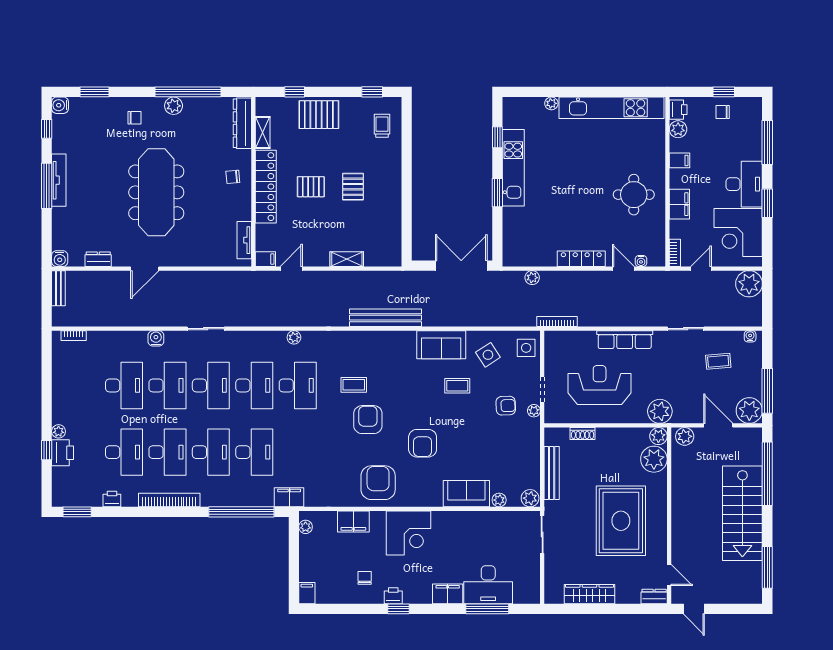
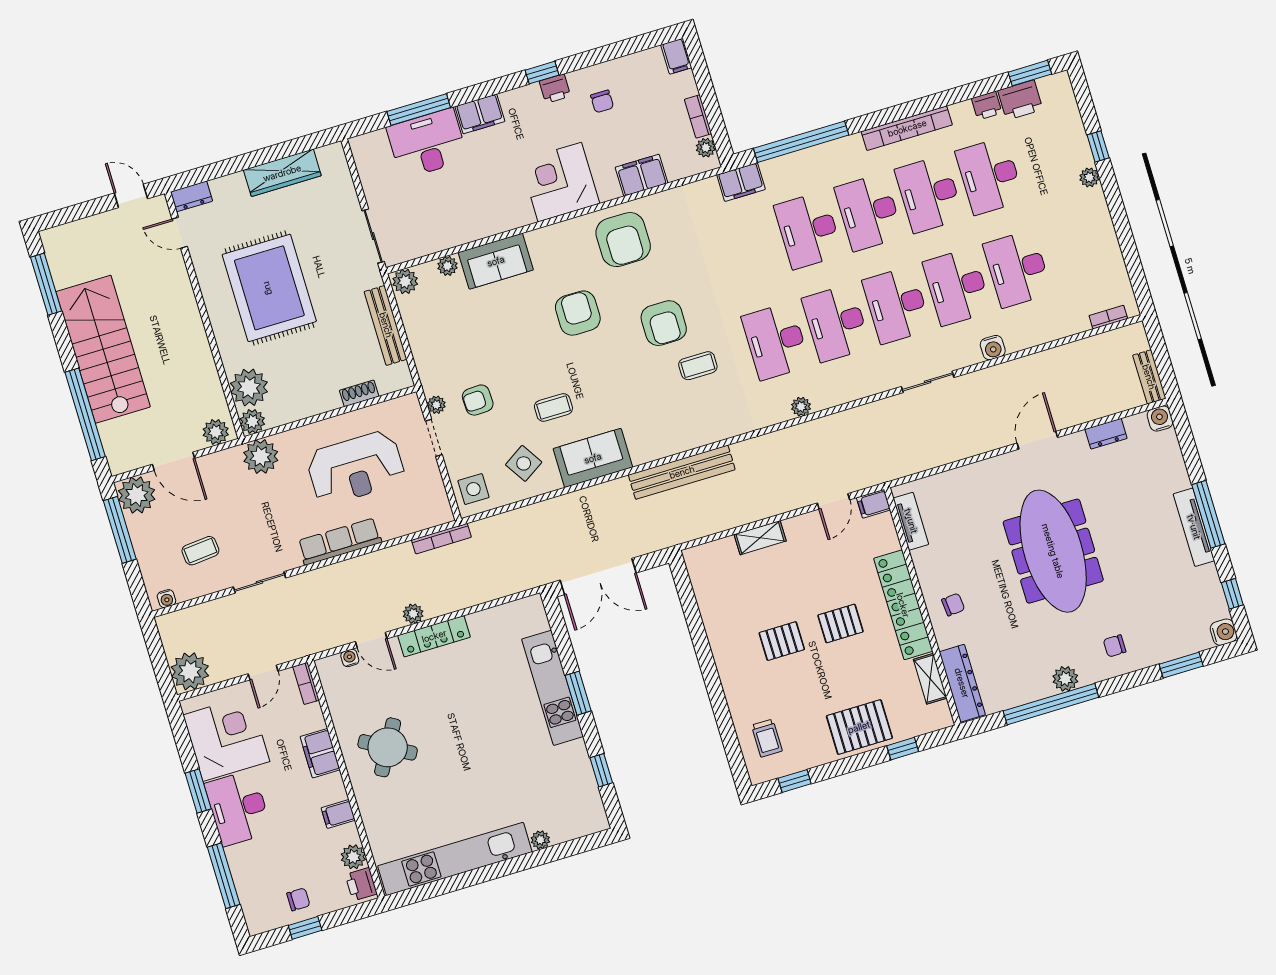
kitchen unit: (513, 168) -> (553, 688), moved
pallet: (353, 187) -> (782, 641), turned 90
round table: (634, 195) -> (388, 747), turned 30
plant: (532, 278) -> (413, 614), moved
printer: (63, 453) -> (1020, 100), moved, turned -90
bookcase: (304, 549) -> (698, 116), added

